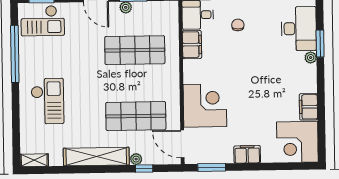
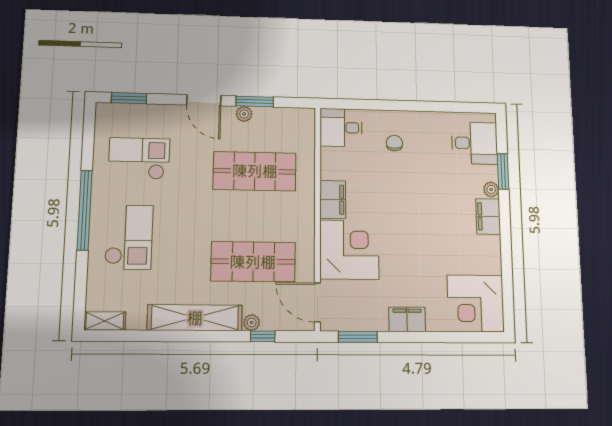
checkout: (43, 21) -> (139, 158), moved, turned 180
desk: (299, 29) -> (475, 143), width x0.73
filing cabinet: (192, 45) -> (333, 199), moved
window: (15, 54) -> (85, 210), moved
filing cabinet: (308, 107) -> (488, 216), moved

